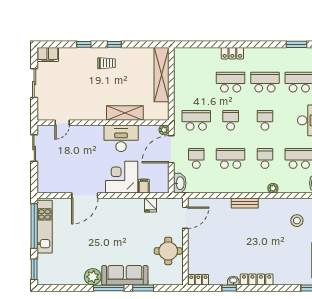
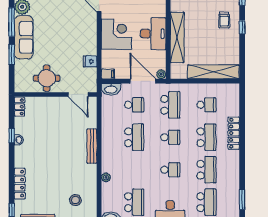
locker: (232, 53) -> (234, 133), width x1.53
shelving: (125, 113) -> (177, 37), width x1.47
school desk: (265, 158) -> (206, 105), moved
filing cabinet: (144, 186) -> (108, 74), moved
bench: (245, 203) -> (92, 146), width x1.36
locker: (257, 279) -> (20, 184), moved

